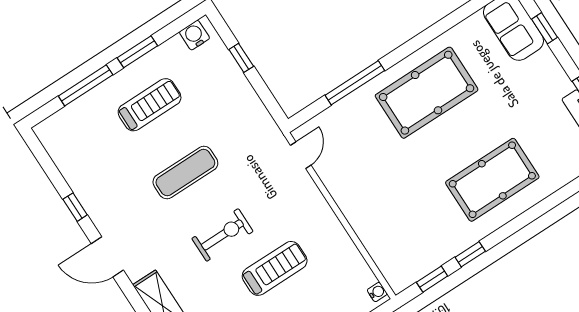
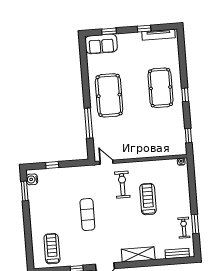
window: (137, 52) -> (25, 191), moved
window: (86, 85) -> (28, 236), removed
treadmill: (150, 105) -> (52, 249), moved
exercise bike: (222, 235) -> (122, 185), moved
window: (470, 254) -> (185, 95), moved

